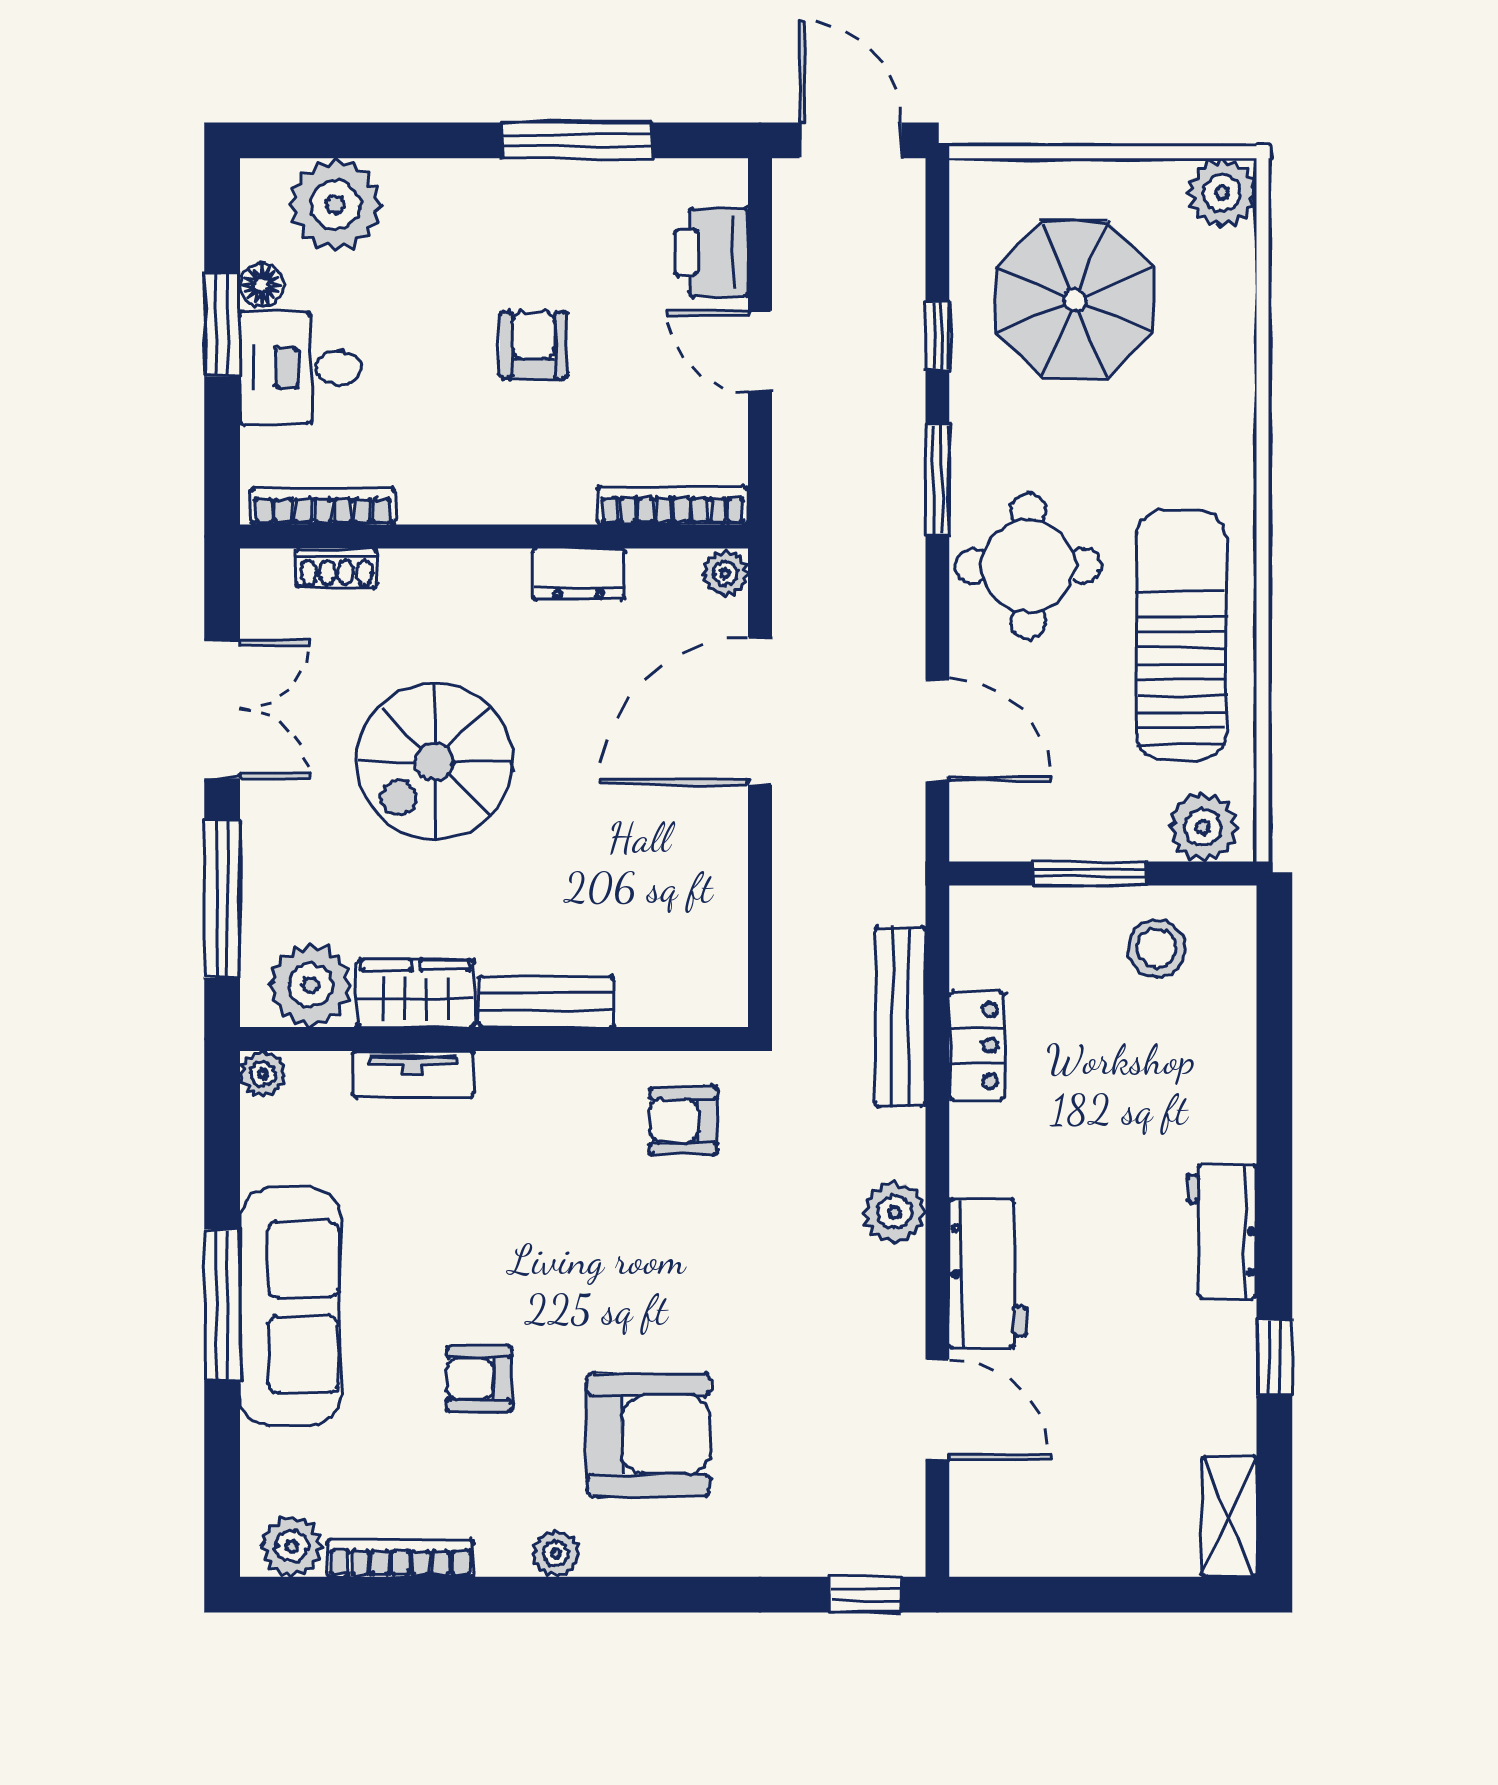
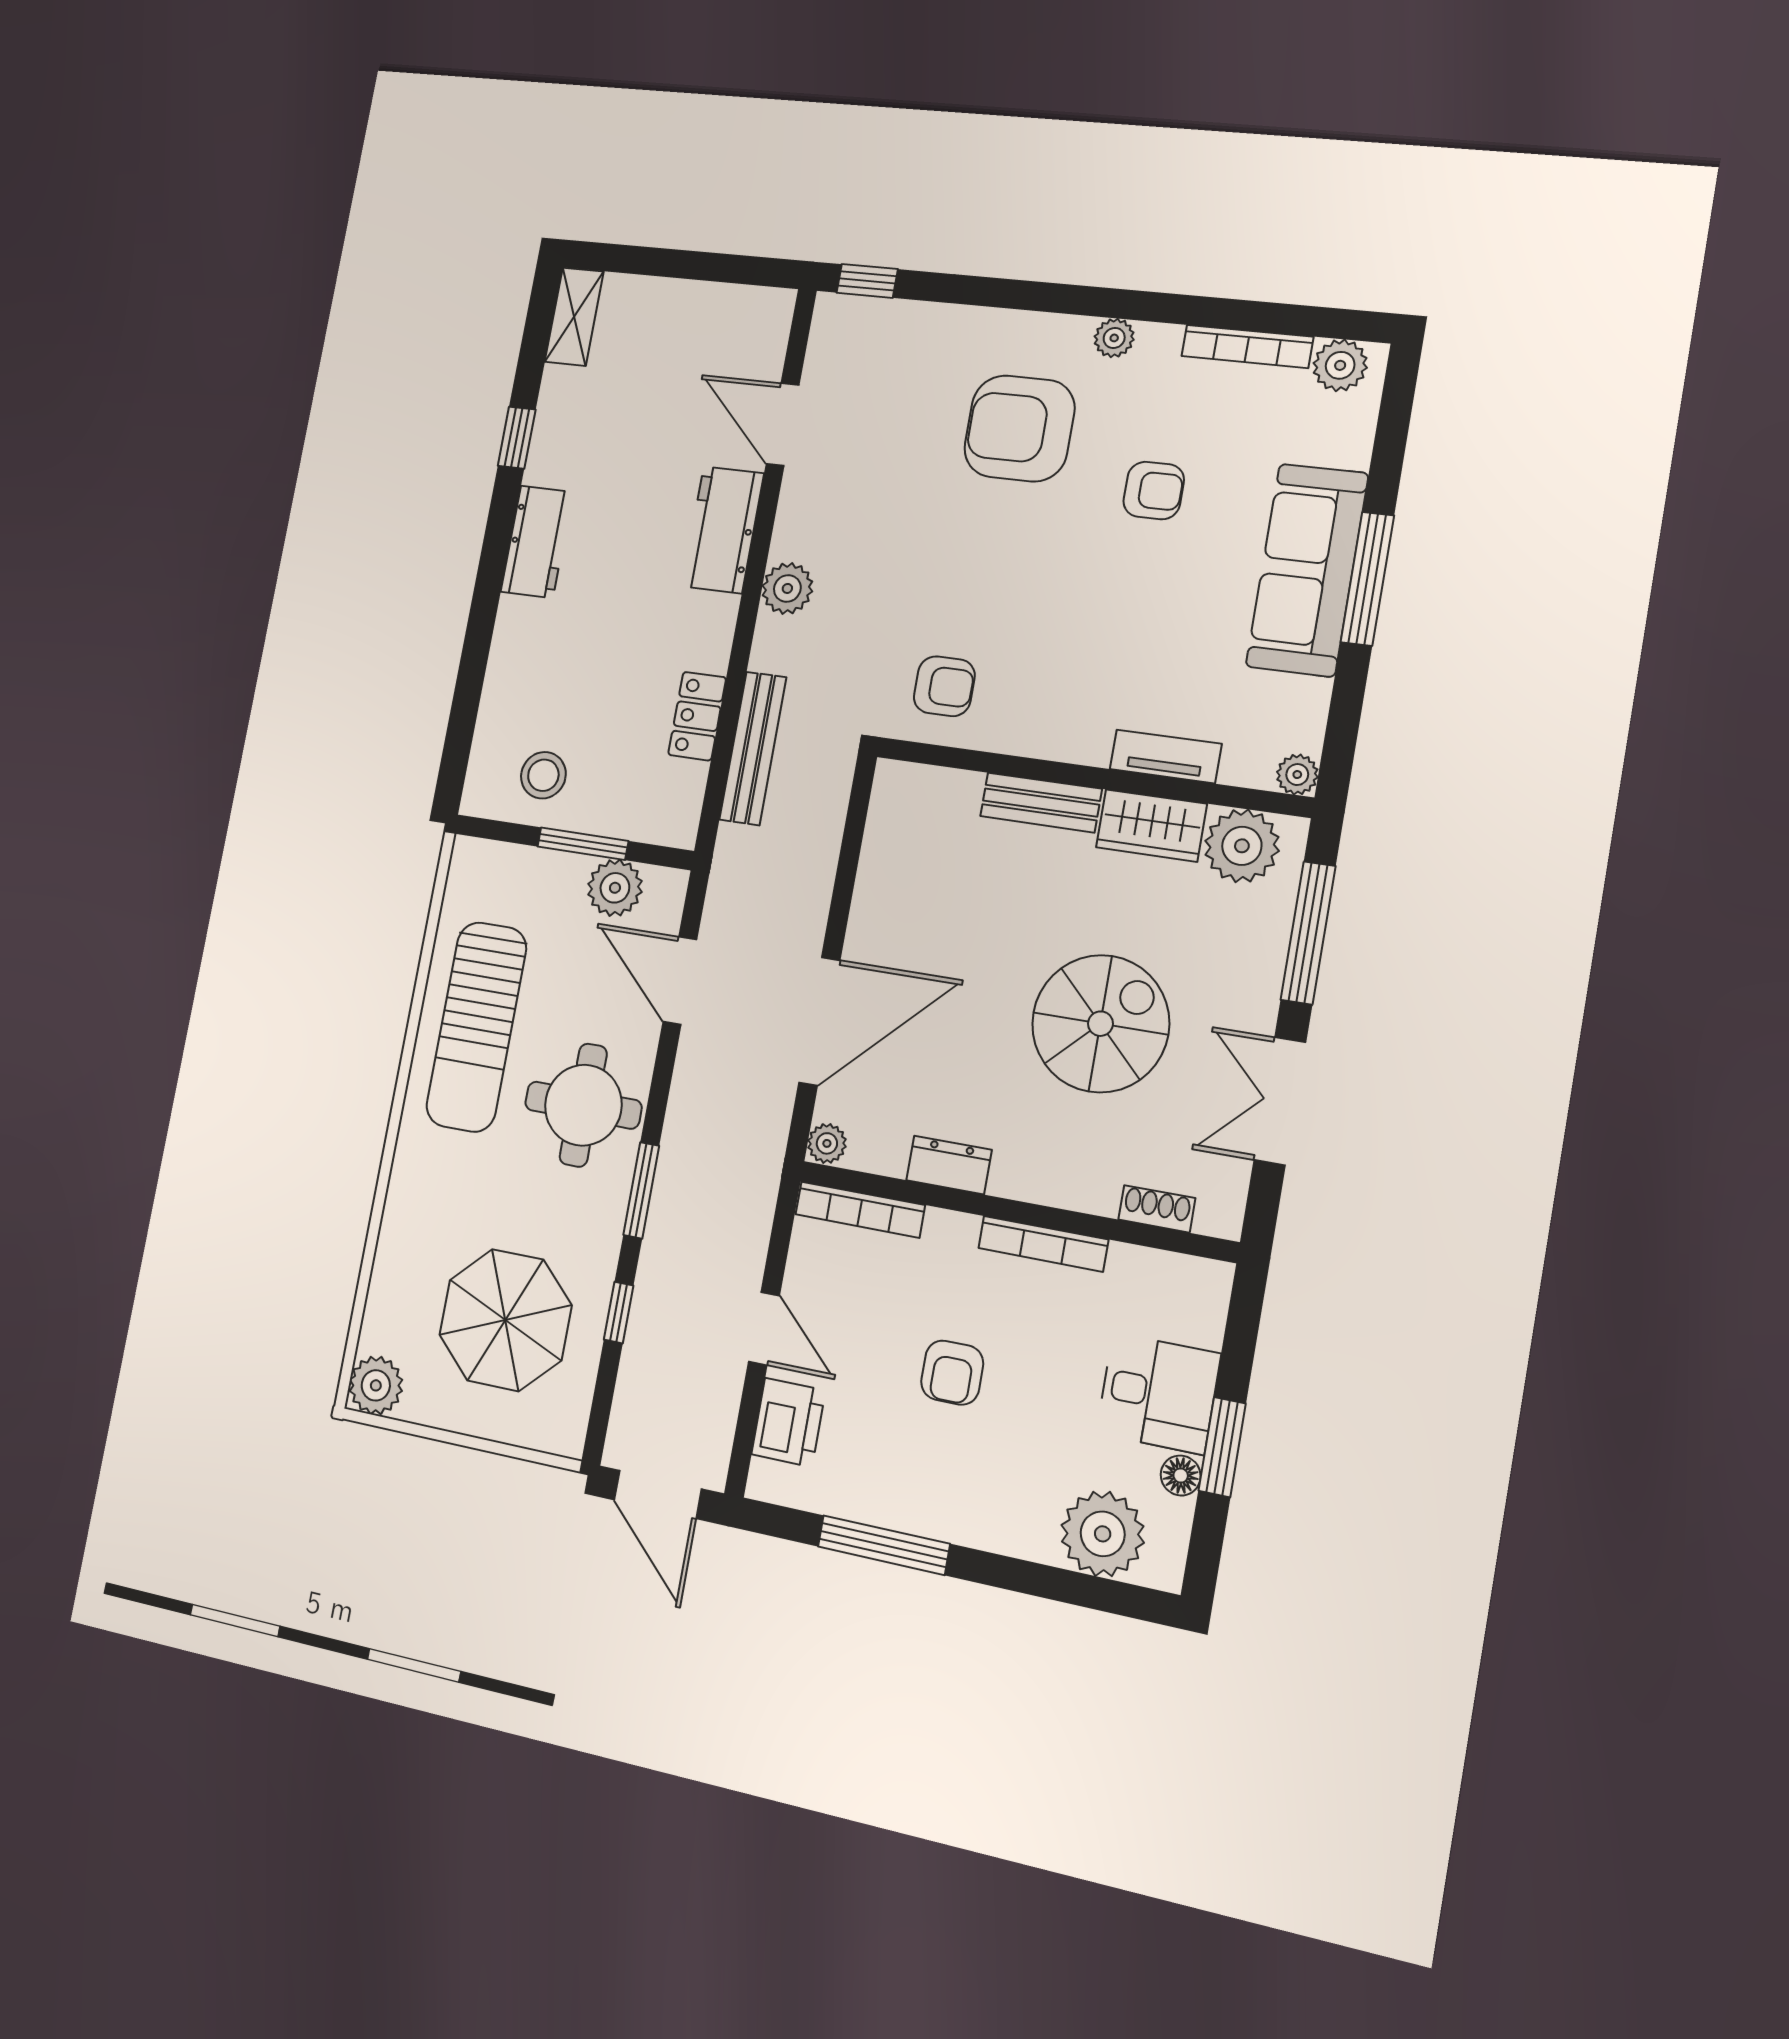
bookcase: (323, 506) -> (1043, 1244), moved
plant: (1203, 827) -> (615, 888), moved

